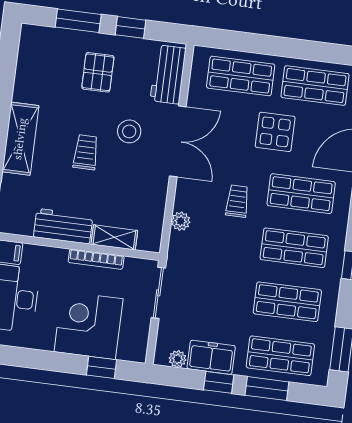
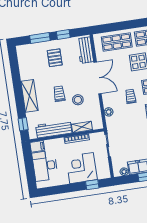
stool: (129, 131) -> (78, 100), moved
workbench: (63, 226) -> (54, 129), width x1.38

